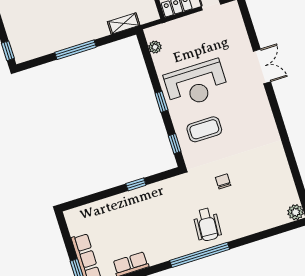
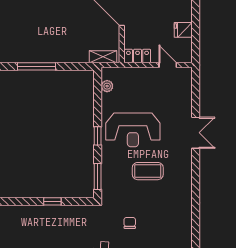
shelving: (124, 23) -> (103, 57), moved
coffee table: (204, 129) -> (148, 171), moved
window: (175, 144) -> (98, 176), width x1.50

